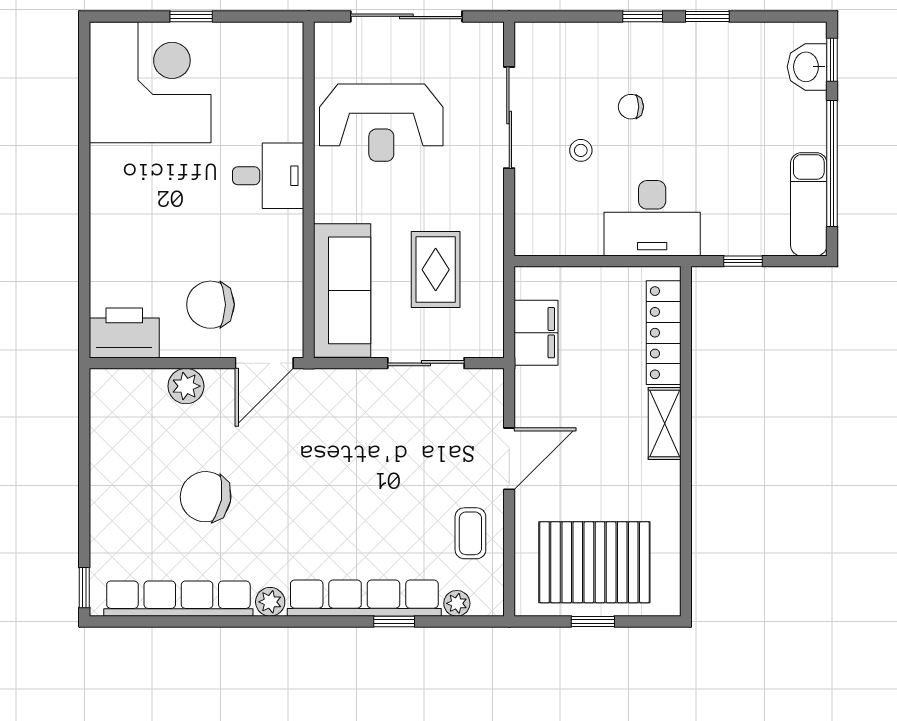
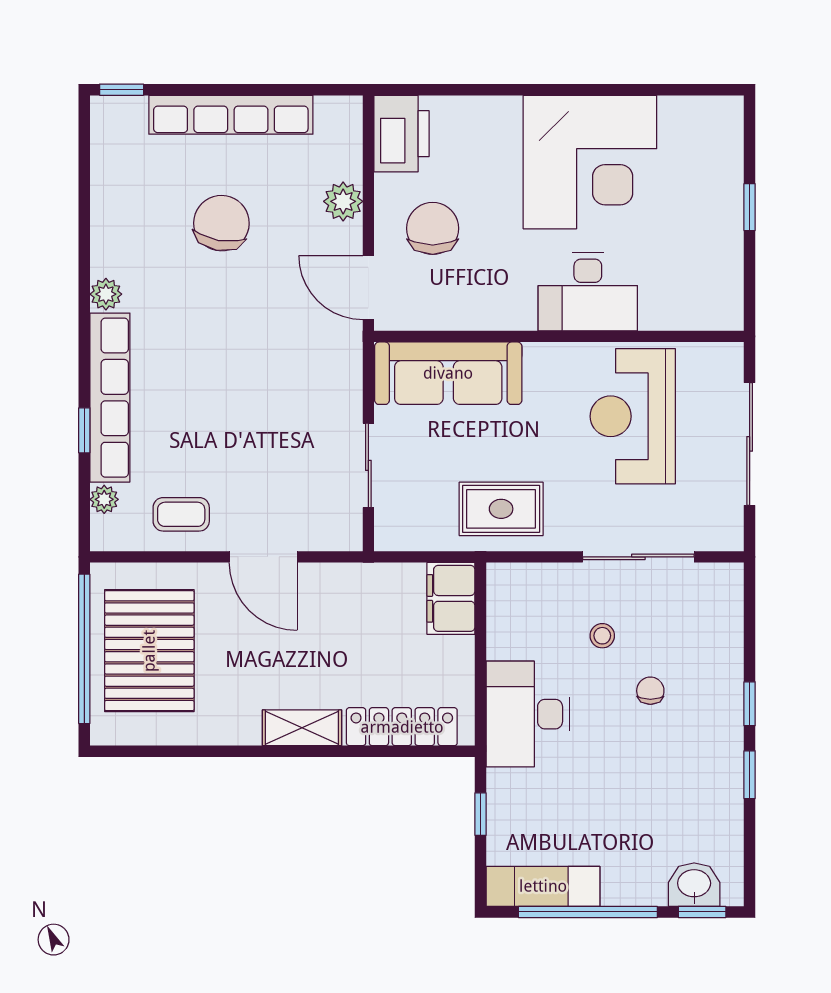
corner desk: (150, 82) -> (590, 162), moved
desk: (268, 176) -> (588, 292), width x1.37
rug: (436, 270) -> (501, 509), moved
filing cabinet: (536, 333) -> (451, 598), moved, turned 90
row of seats: (178, 599) -> (231, 115), moved, turned 90
window: (593, 621) -> (84, 649), width x3.17

